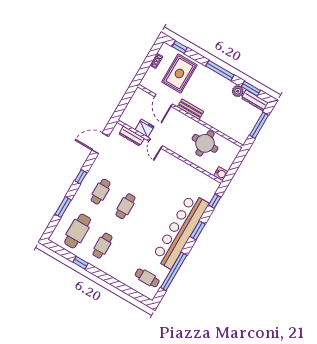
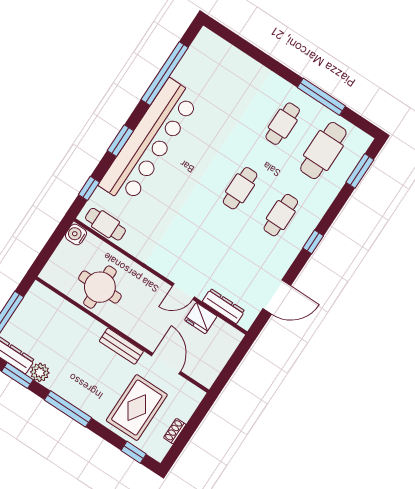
door: (156, 143) -> (183, 291), swing flipped
window: (63, 207) -> (360, 171), moved
window: (80, 263) -> (321, 97), width x2.17
cafe table: (147, 278) -> (105, 224), moved

